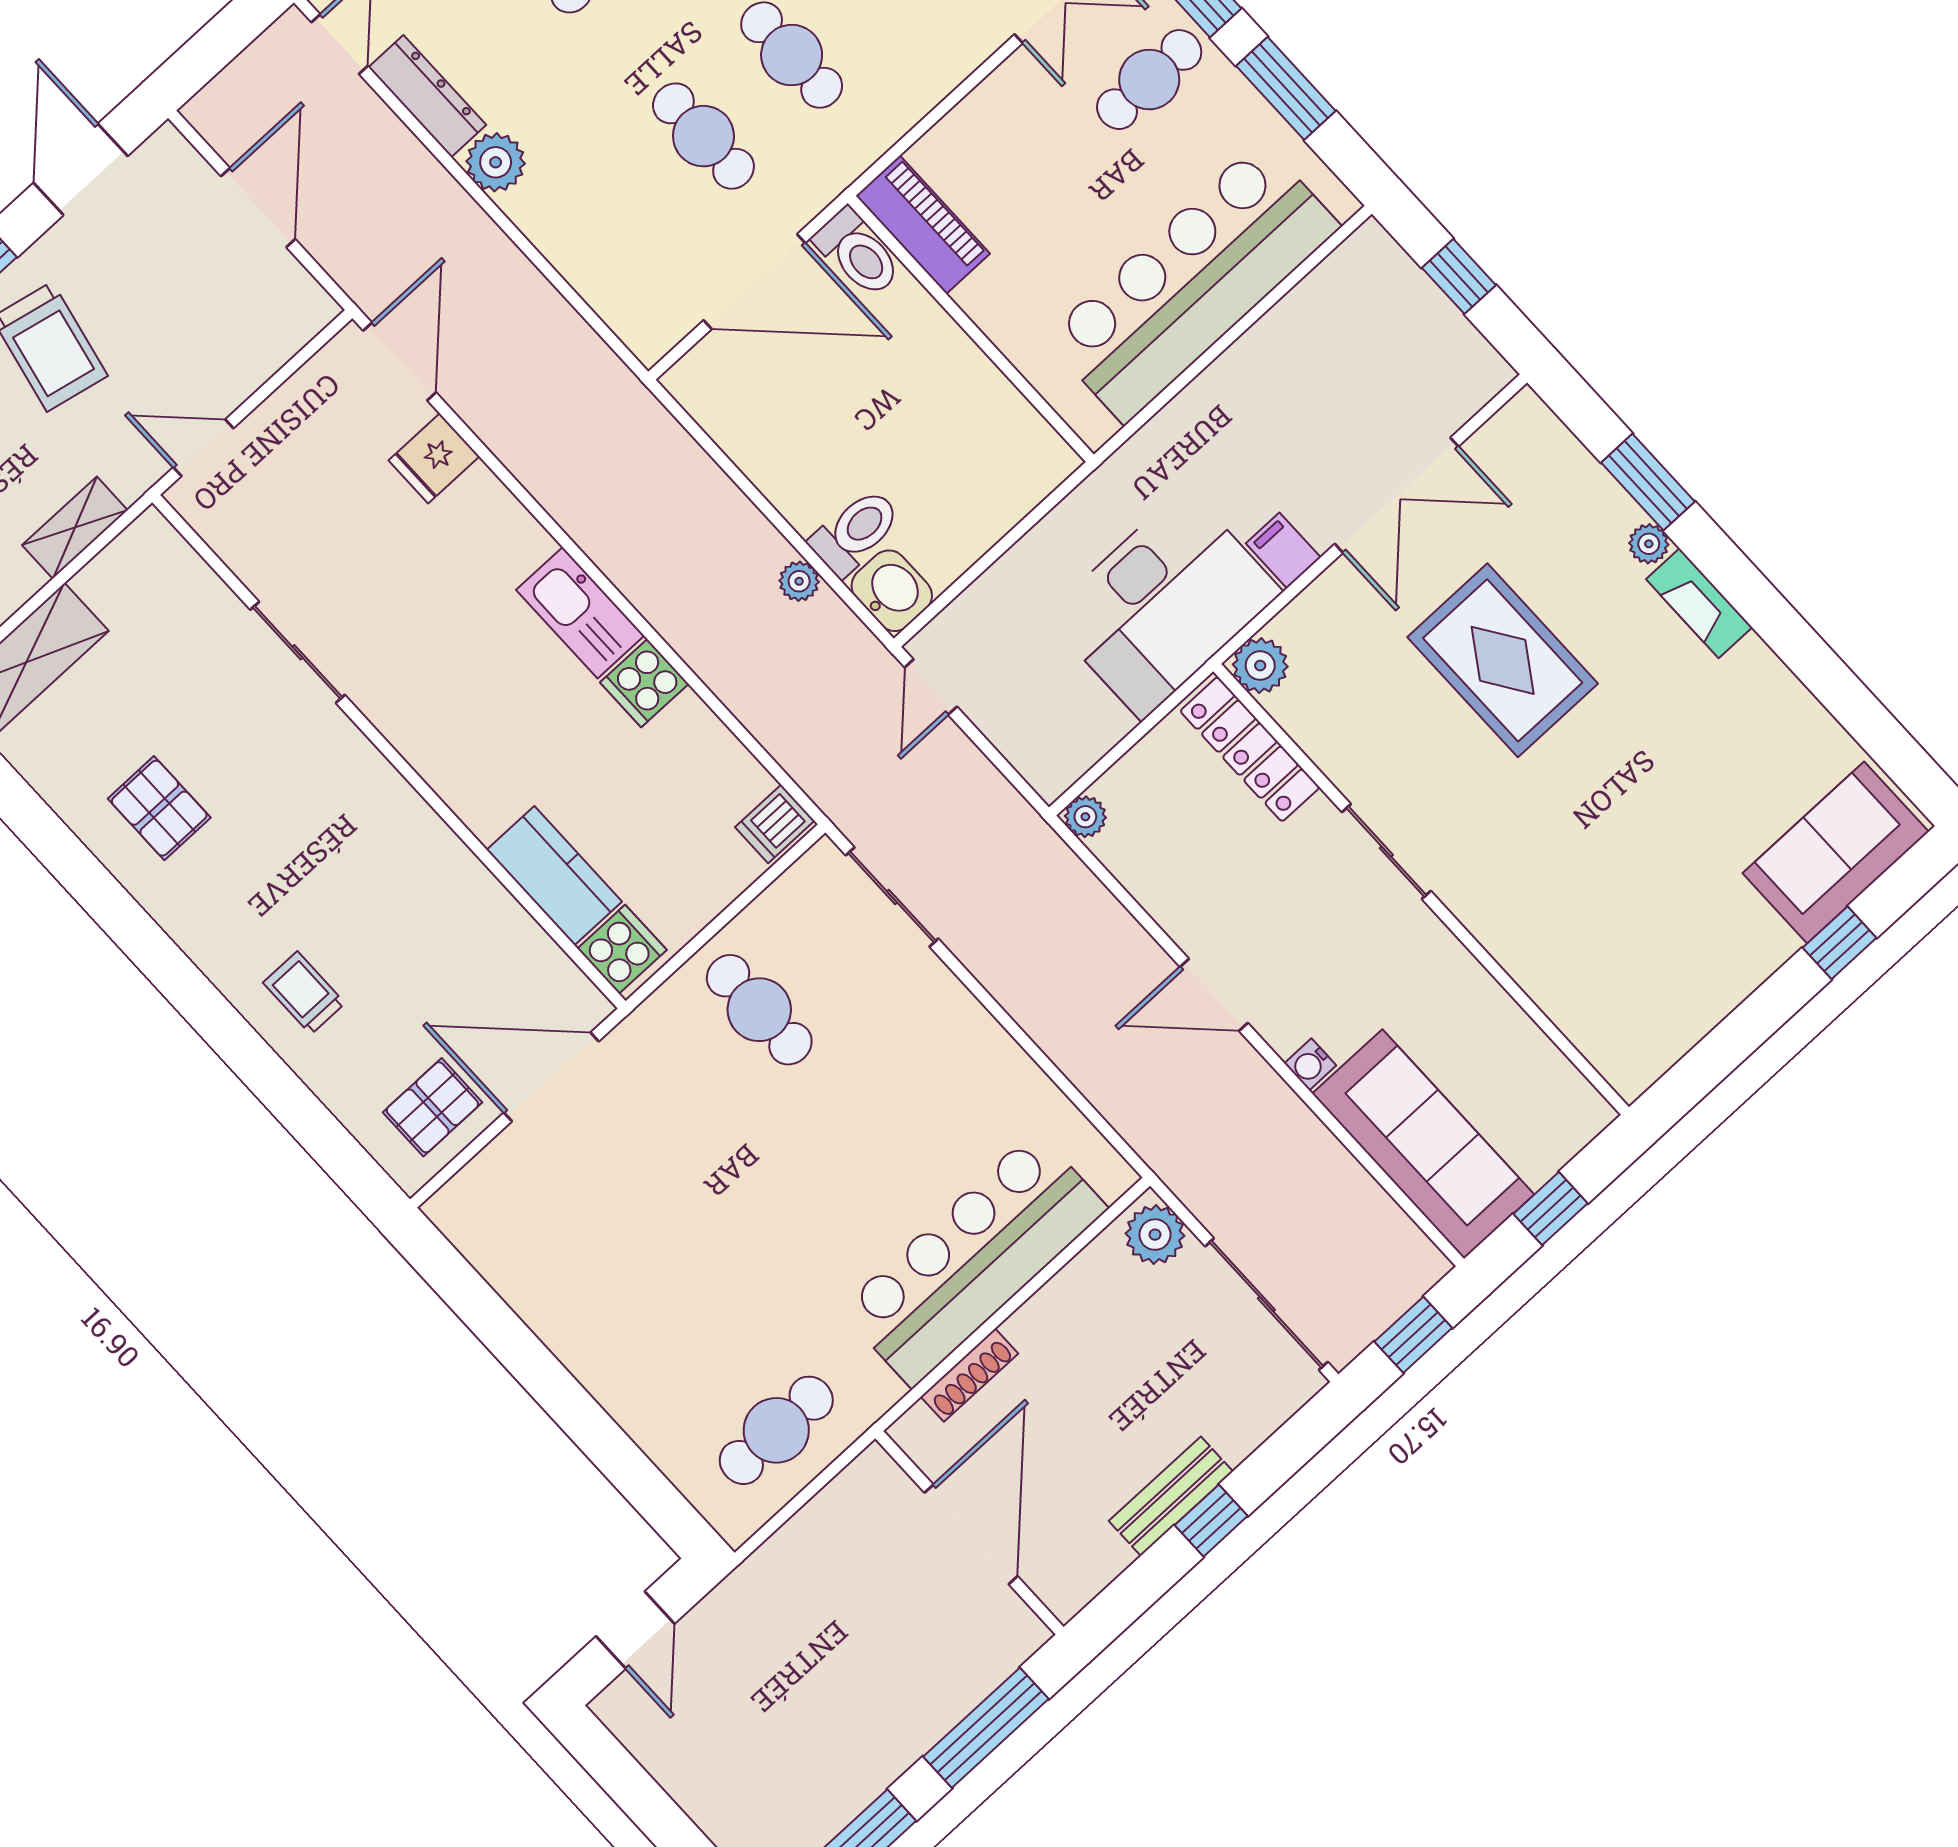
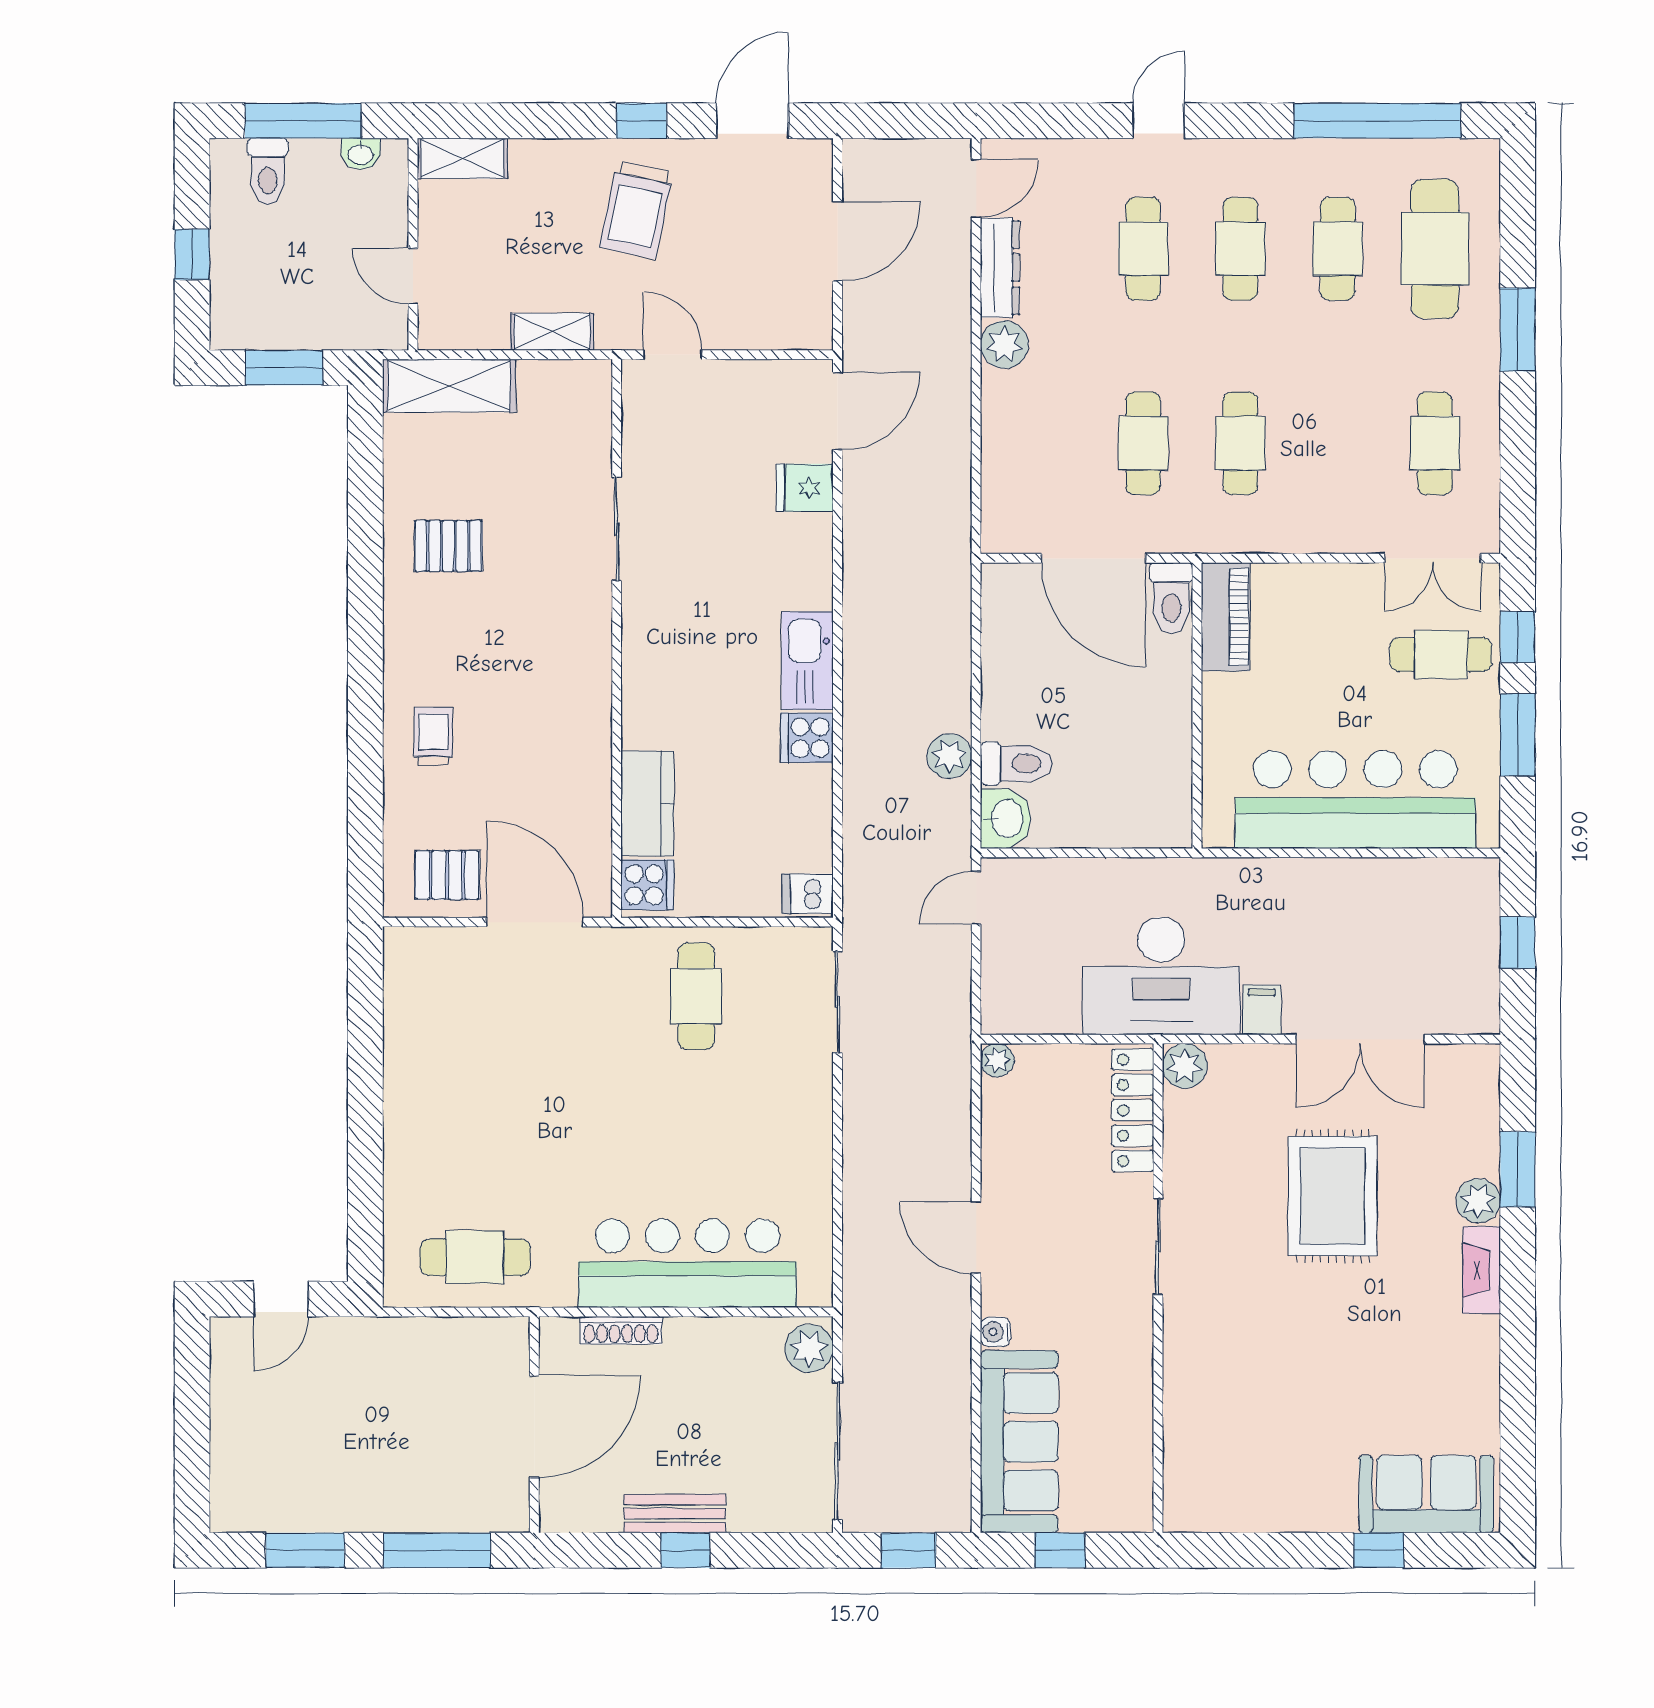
plant: (1649, 544) -> (1478, 1201), width x1.38, depth x1.38
plant: (799, 581) -> (949, 756), width x1.38, depth x1.38
pallet: (159, 808) -> (448, 546), turned 90

